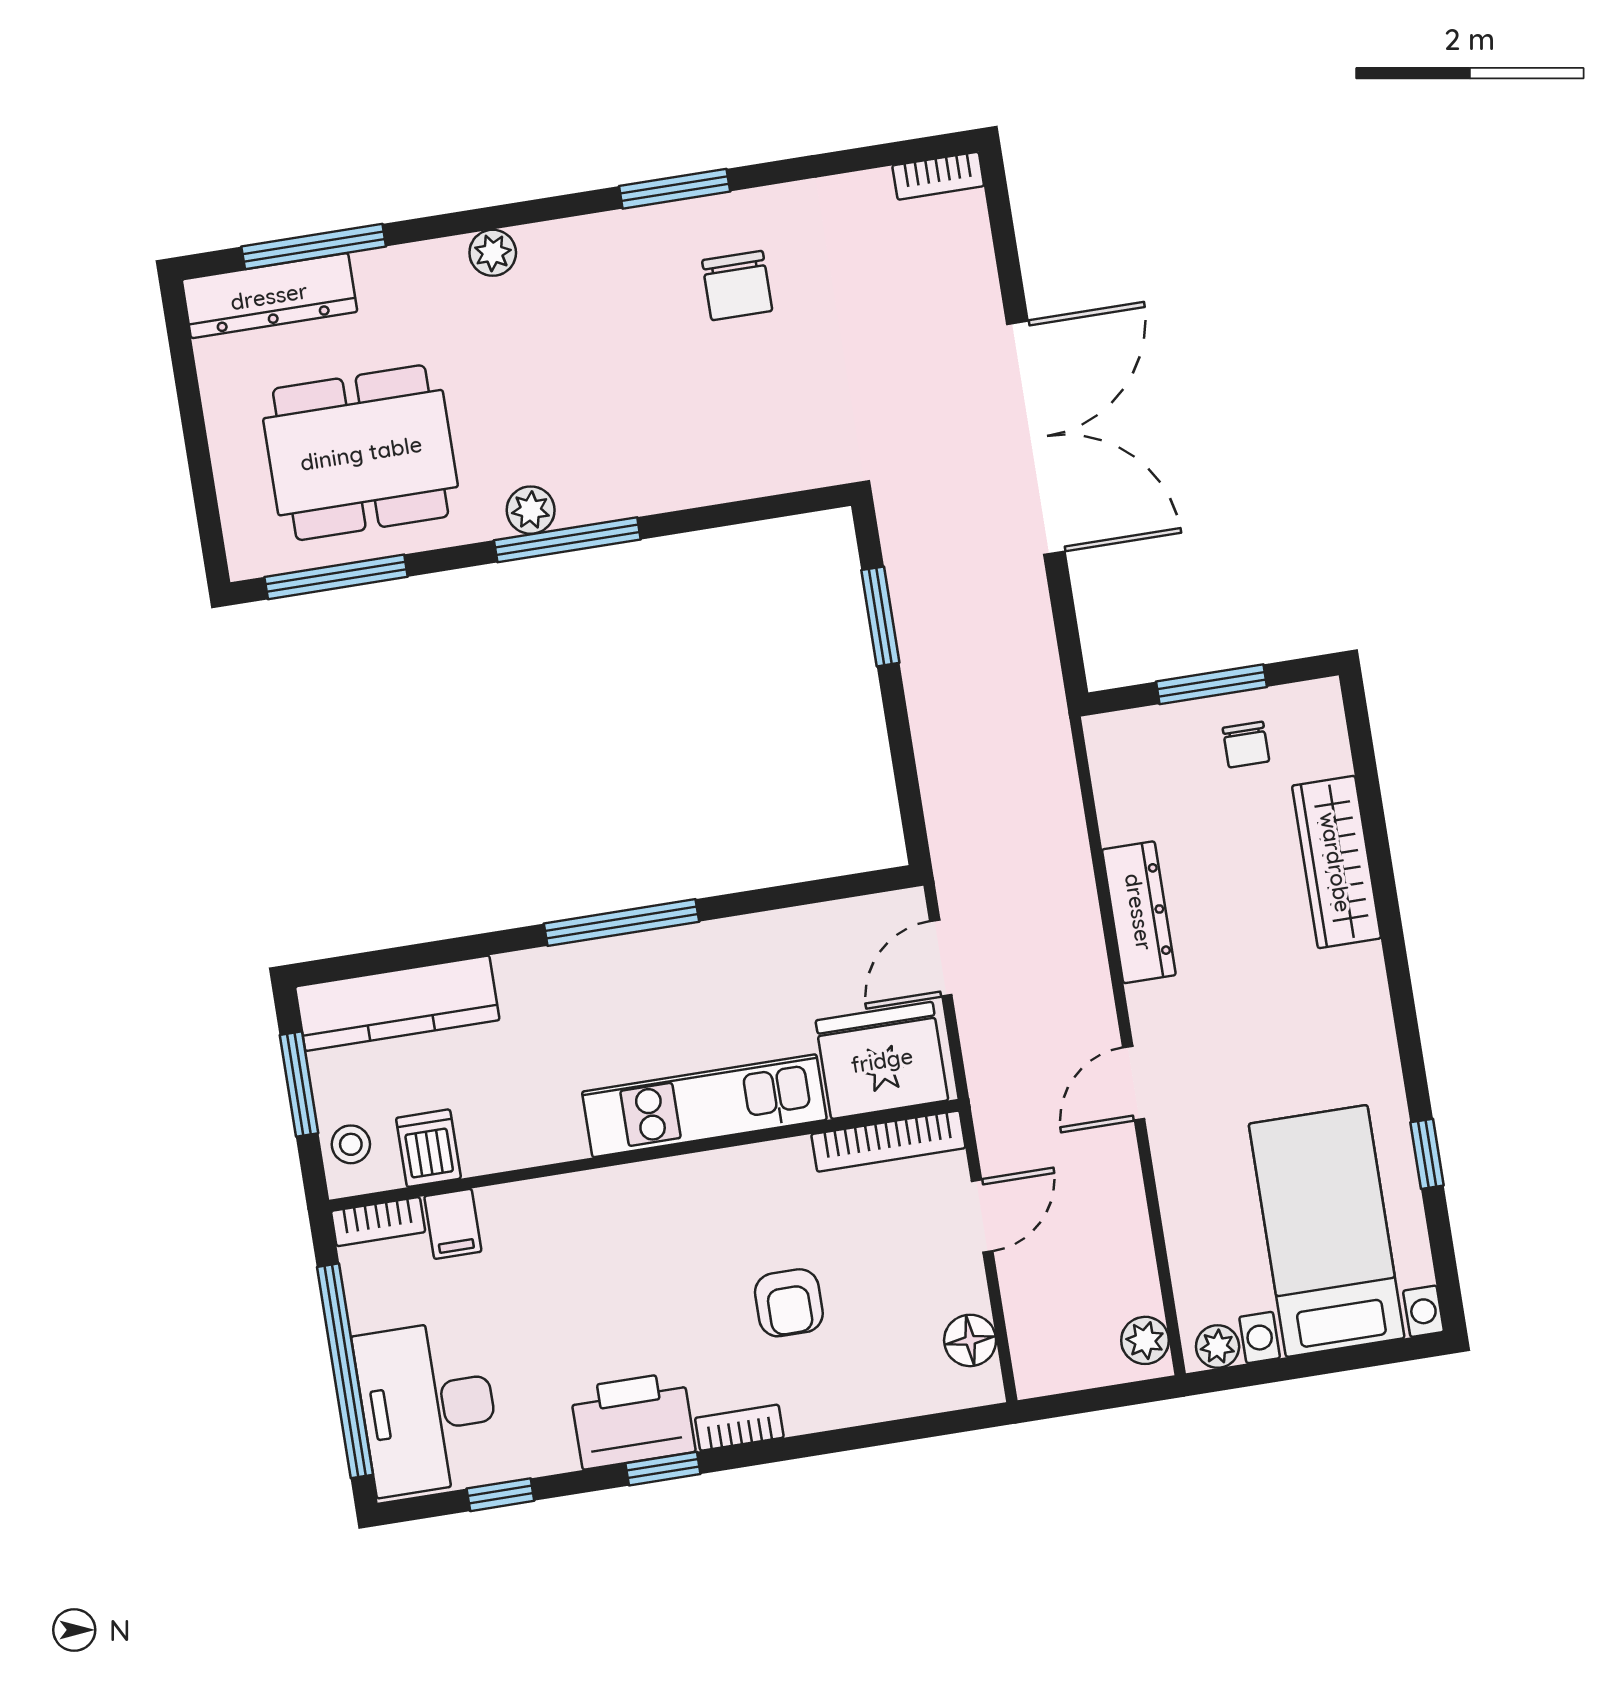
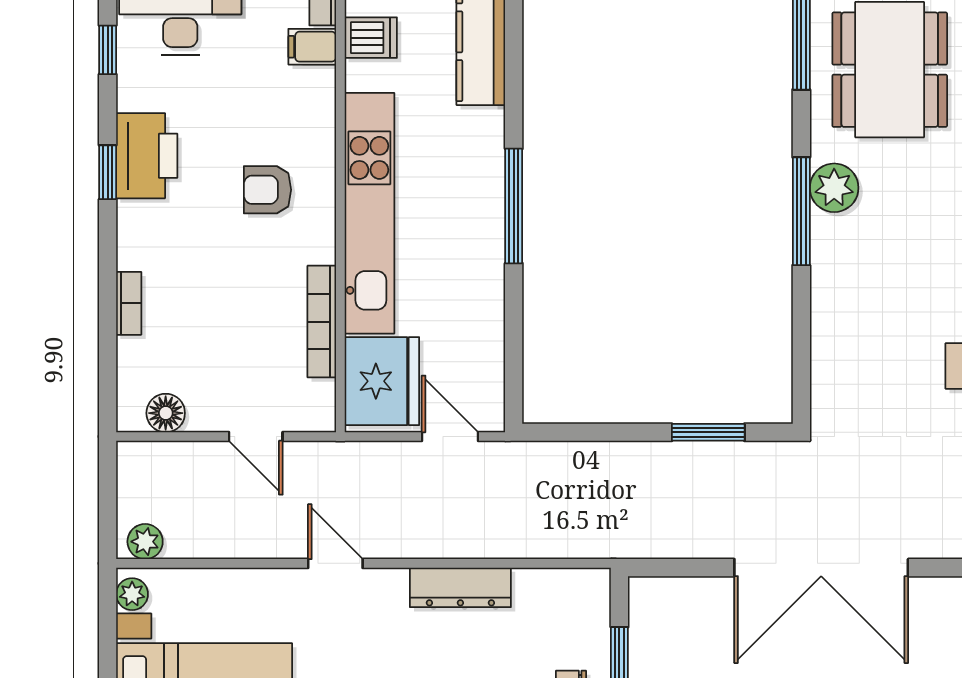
plant: (531, 510) -> (834, 188), width x1.38, depth x1.38
kitchen unit: (704, 1106) -> (369, 213), width x1.36
bookcase: (888, 1141) -> (322, 322), moved
armchair: (789, 1303) -> (268, 190), moved
bookcase: (739, 1428) -> (129, 303), moved

